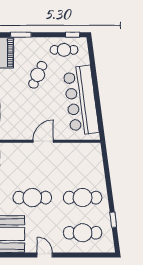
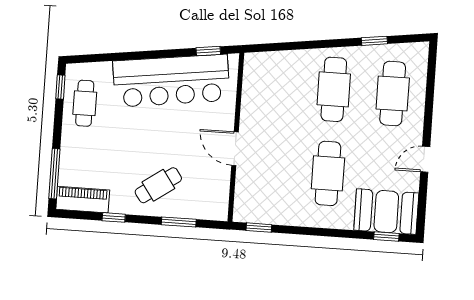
window: (21, 35) -> (54, 174), width x1.44
cafe table: (38, 75) -> (158, 185), moved, turned -60
window: (100, 121) -> (208, 51), added

